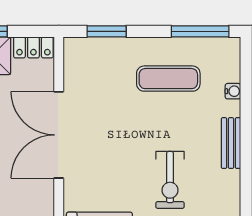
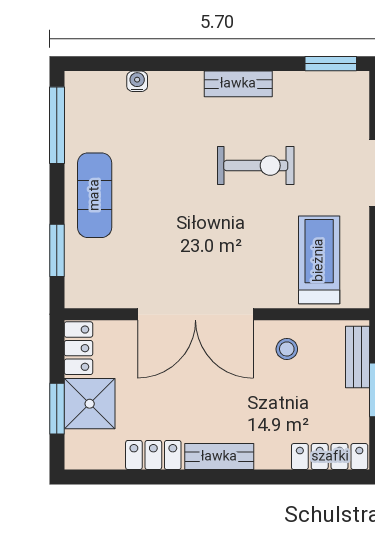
exercise mat: (168, 79) -> (95, 195), moved
bench: (231, 143) -> (238, 84), moved
stool: (33, 203) -> (287, 349), added

